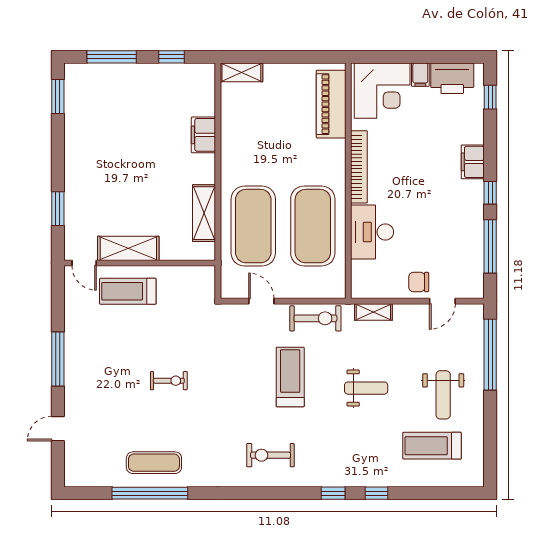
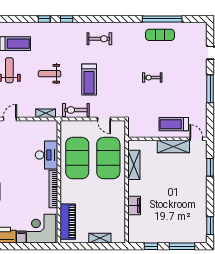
shelving: (241, 72) -> (100, 238), moved
chair: (419, 282) -> (22, 129), removed
treadmill: (128, 291) -> (174, 124), turned 180

